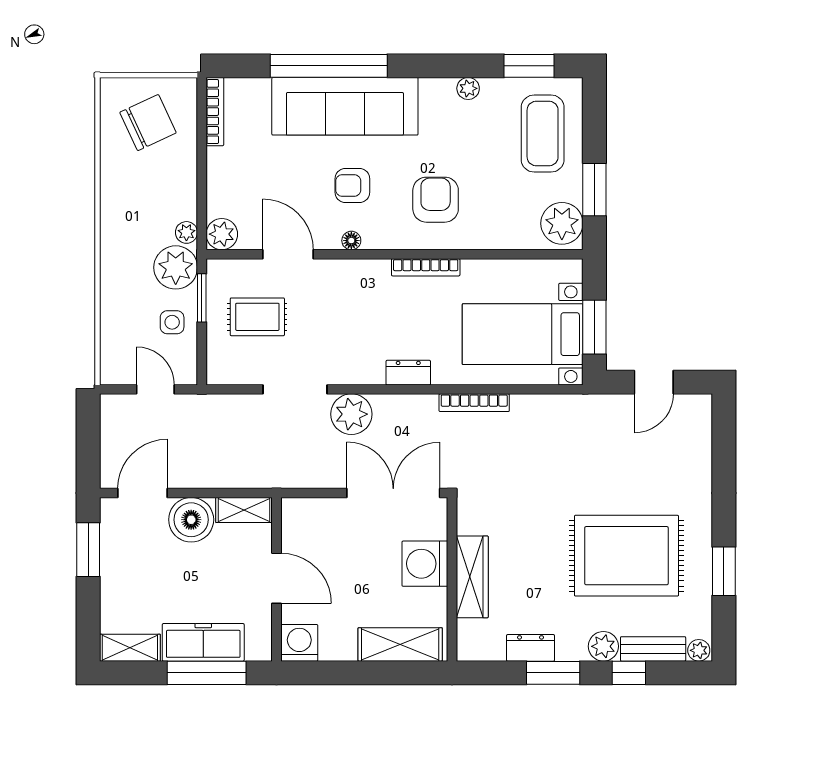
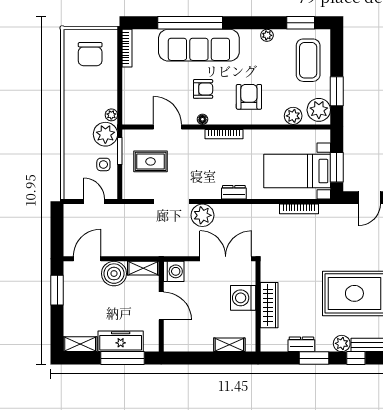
chair: (148, 123) -> (90, 54), turned 115
armchair: (352, 186) -> (203, 89), turned 180
plant: (222, 234) -> (293, 116), moved
bookcase: (426, 267) -> (224, 134), moved
bookcase: (474, 403) -> (299, 209), moved
washing machine: (299, 643) -> (174, 271), moved, turned 90
shelving: (400, 644) -> (229, 345), width x0.67, depth x0.75

